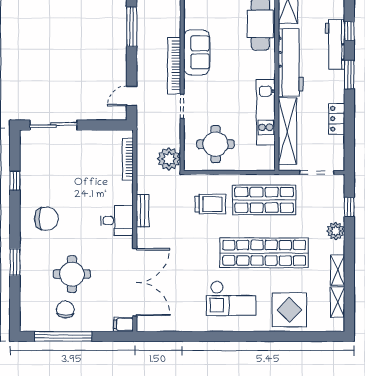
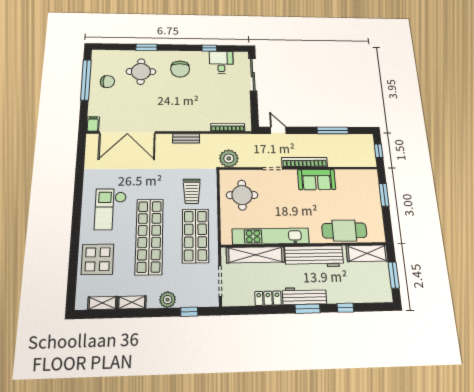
workbench: (335, 44) -> (304, 296), moved
kitchen unit: (266, 112) -> (271, 236), width x1.36
desk: (117, 220) -> (221, 62), moved, turned 180
round table: (72, 274) -> (141, 72), moved

